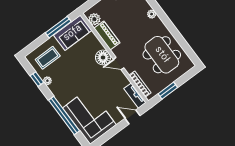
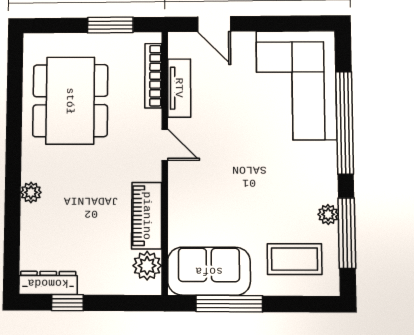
floor lamp: (103, 57) -> (186, 179), removed
window: (37, 79) -> (347, 233), width x2.17
tv unit: (135, 96) -> (179, 88), moved

